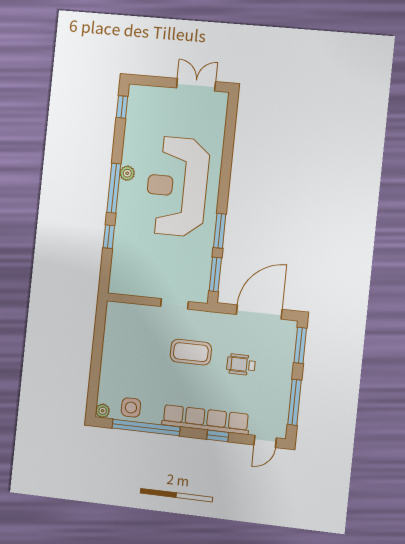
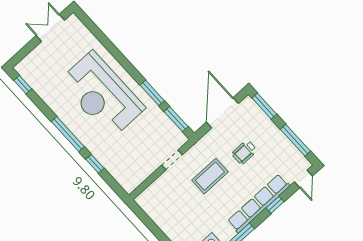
plant: (127, 173) -> (66, 118), removed

